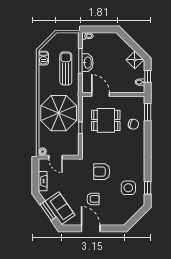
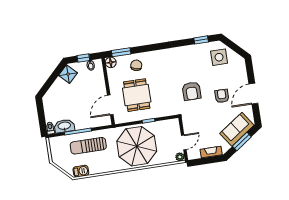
washbasin: (87, 63) -> (64, 126), moved
floor lamp: (140, 101) -> (111, 62), added
side table: (128, 188) -> (219, 57), moved

